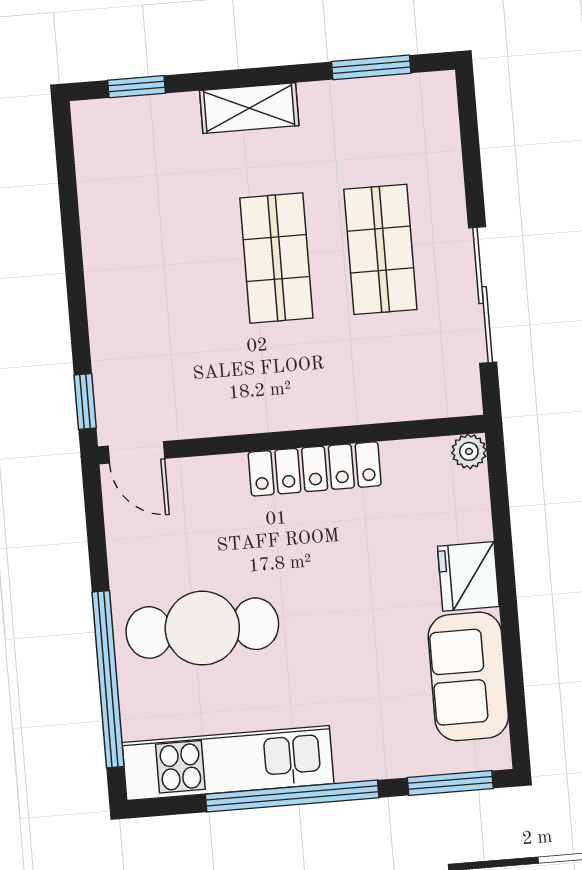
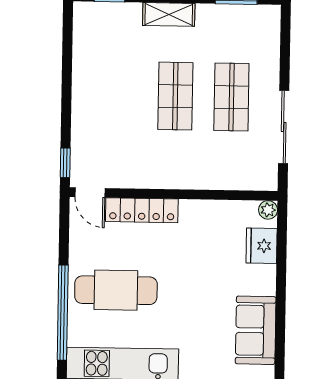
locker: (315, 469) -> (142, 210), moved
fridge: (468, 576) -> (262, 246), moved

